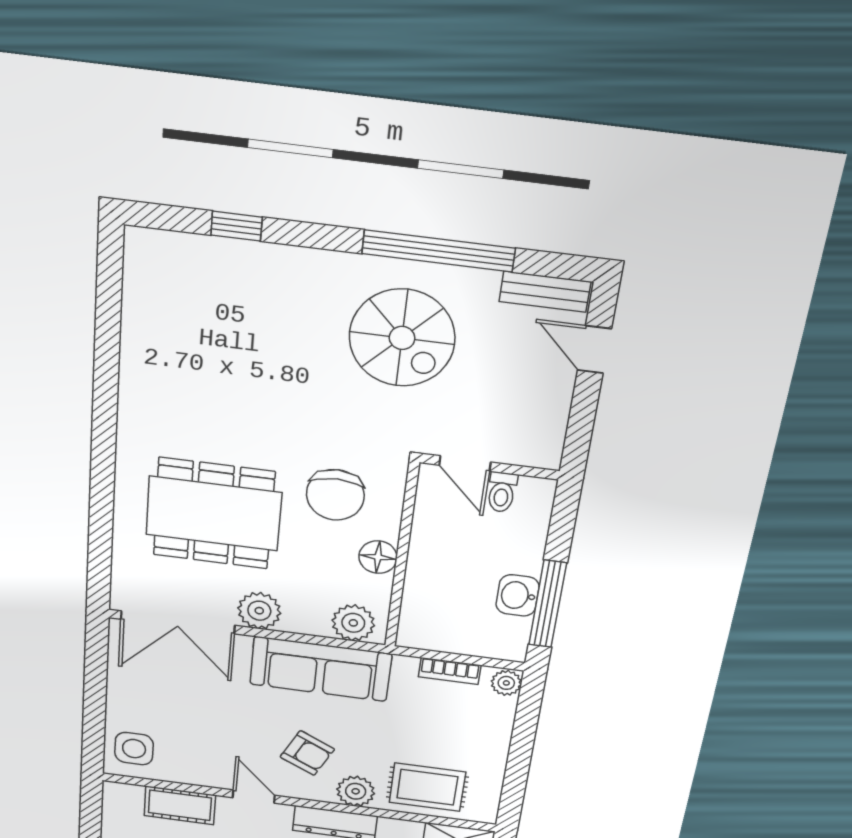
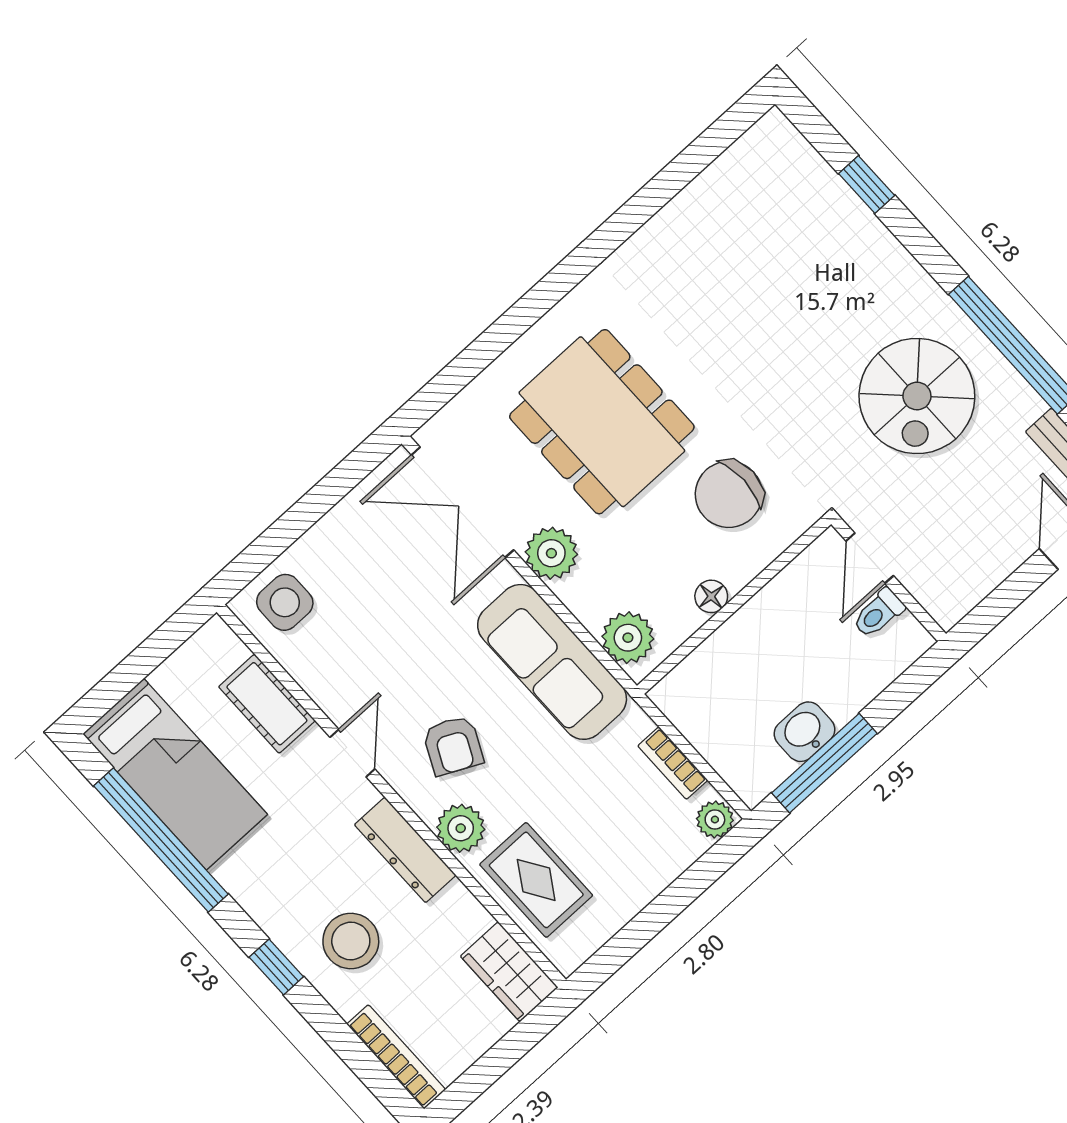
floor lamp: (378, 557) -> (711, 596), width x0.73, depth x0.73

